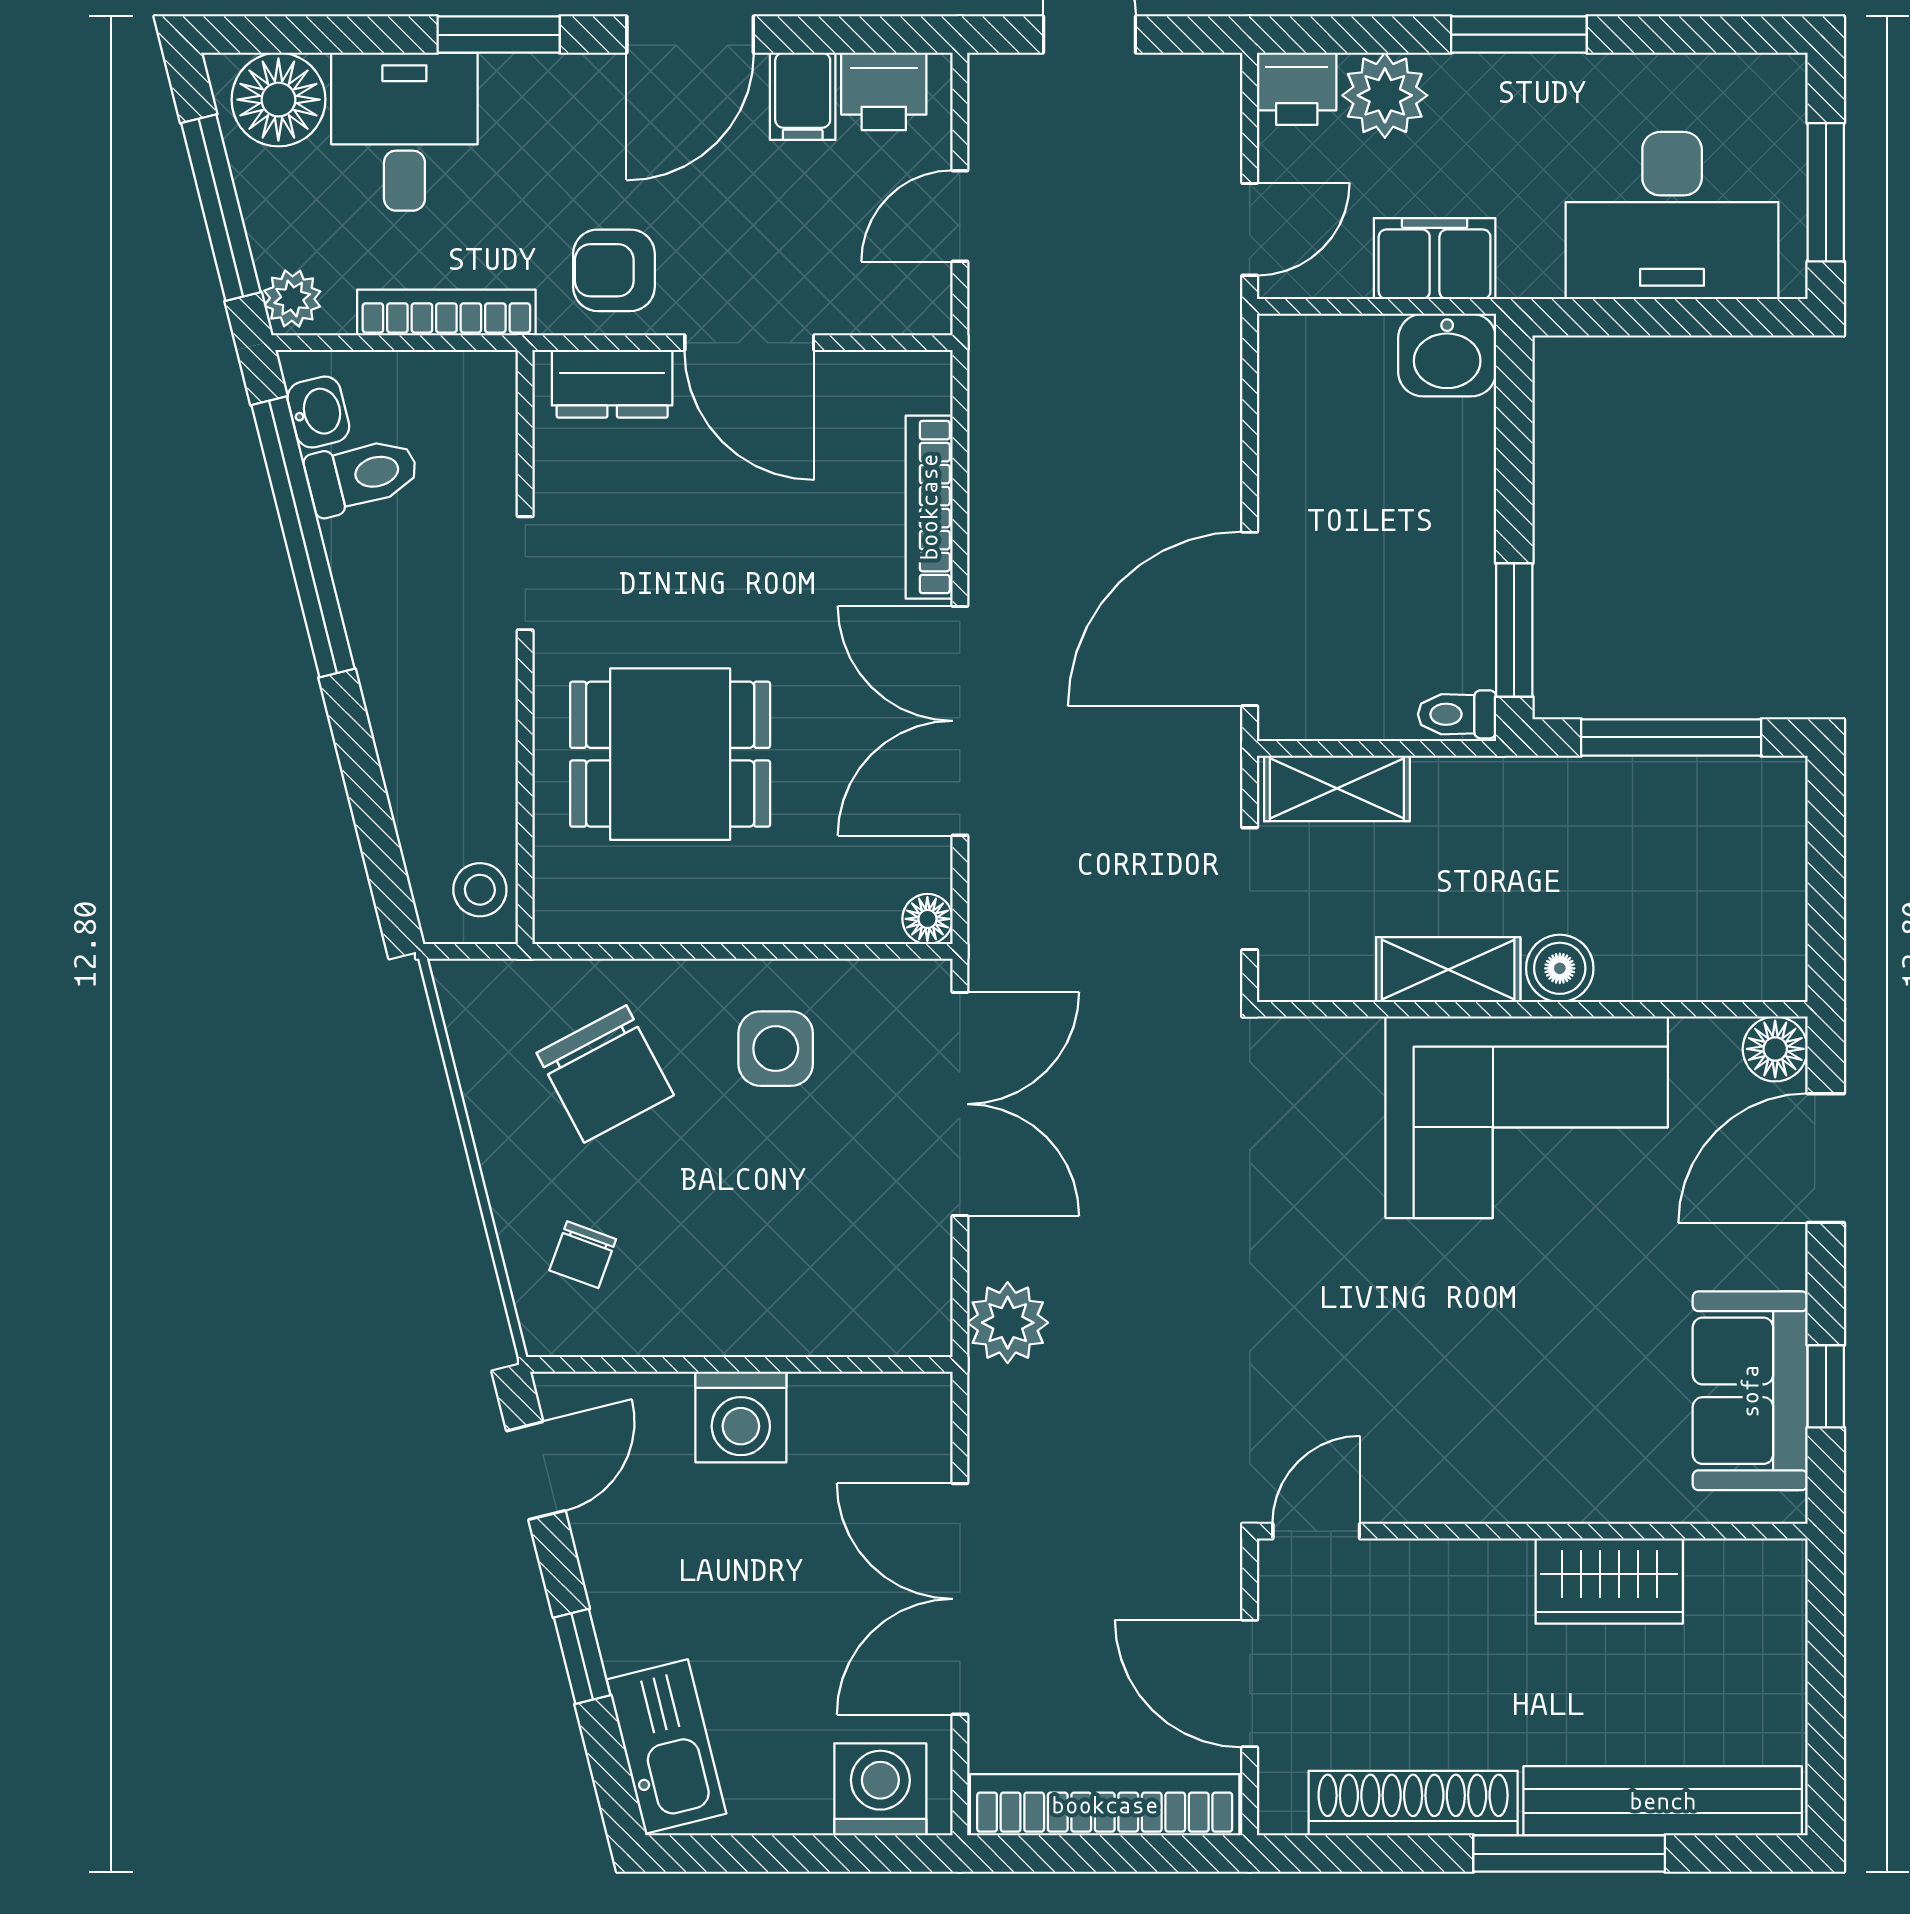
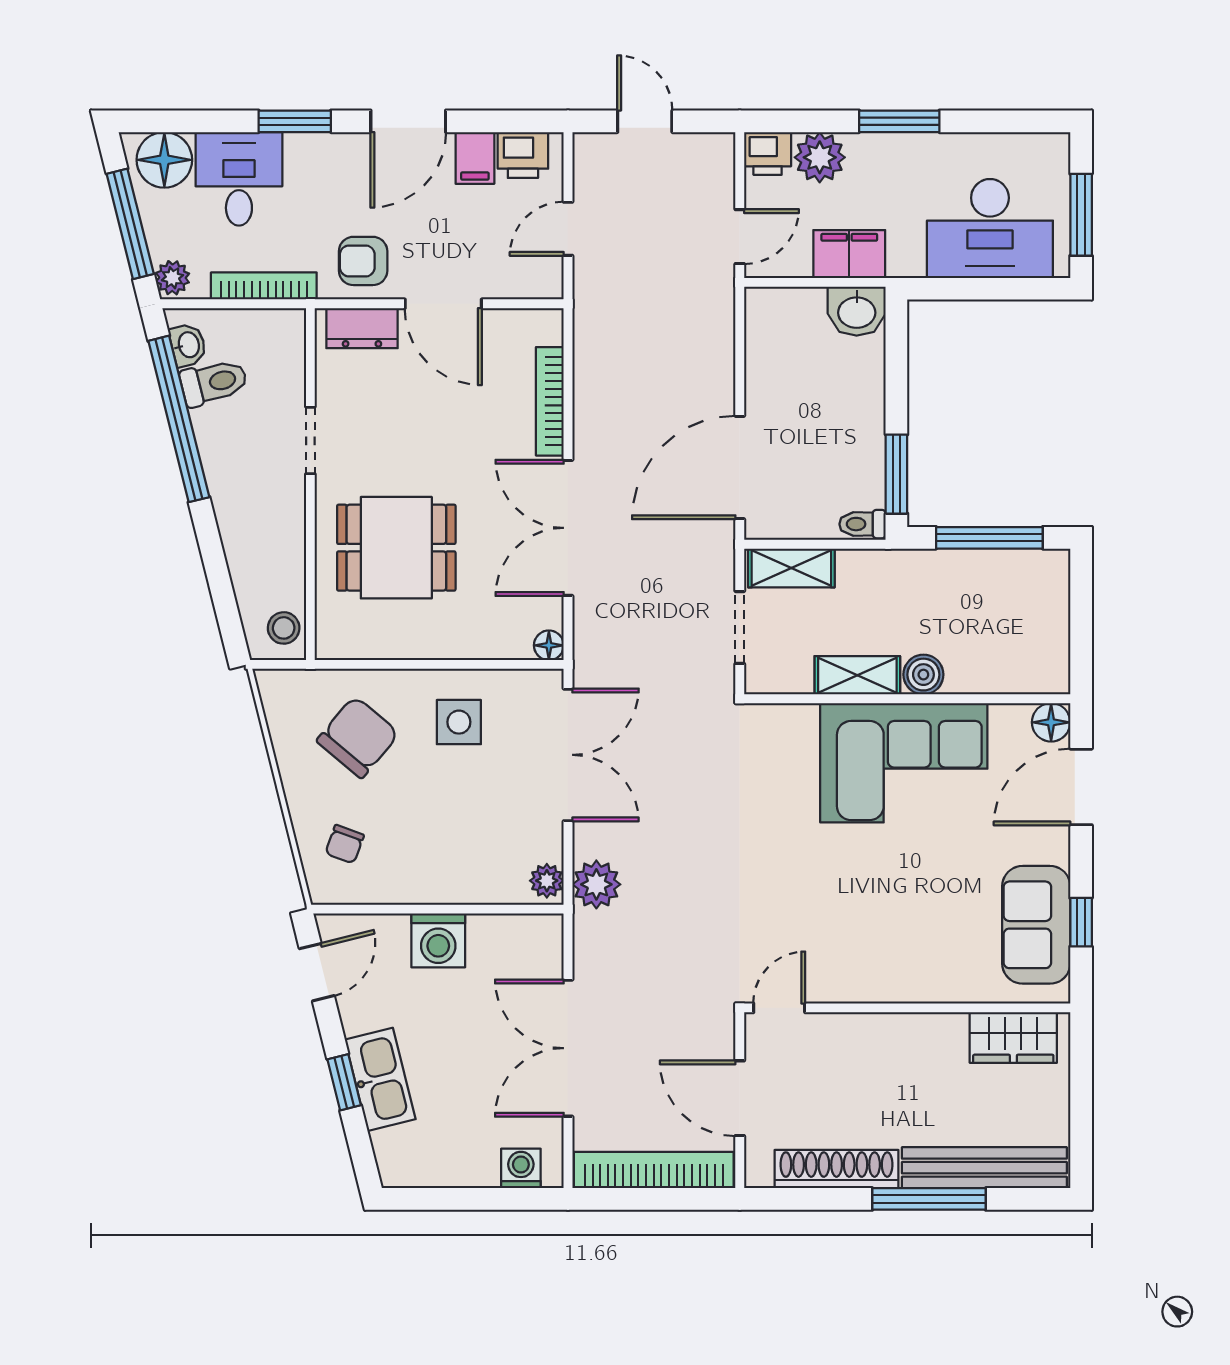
chair: (605, 1074) -> (358, 737), turned -112
plant: (924, 1316) -> (547, 881), added
wardrobe: (1609, 1581) -> (1013, 1038), moved
kitchen sink: (666, 1747) -> (380, 1079), moved
washing machine: (880, 1789) -> (521, 1168), width x0.73, depth x0.73

